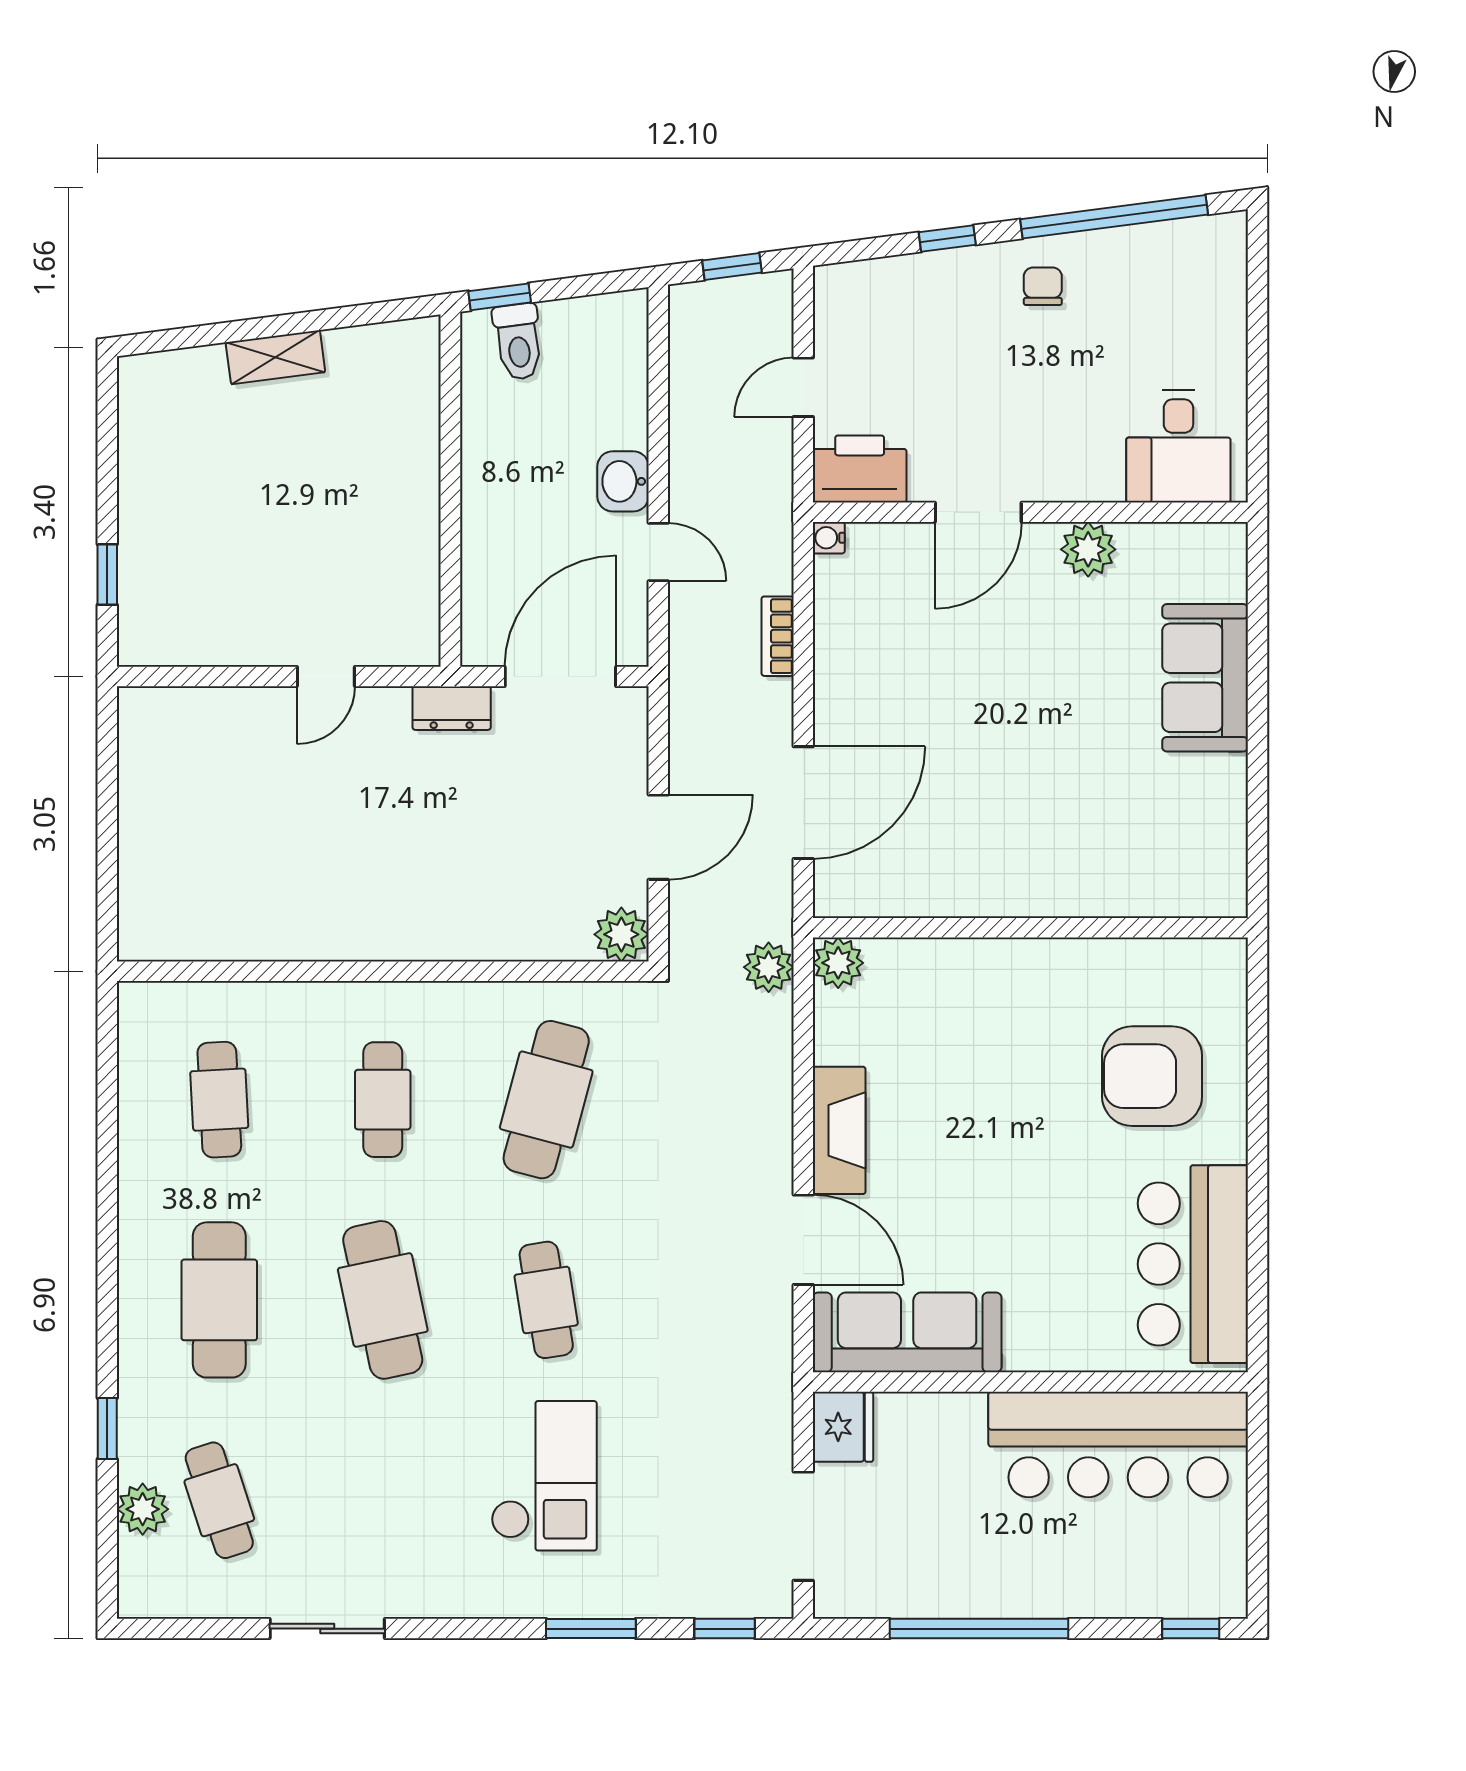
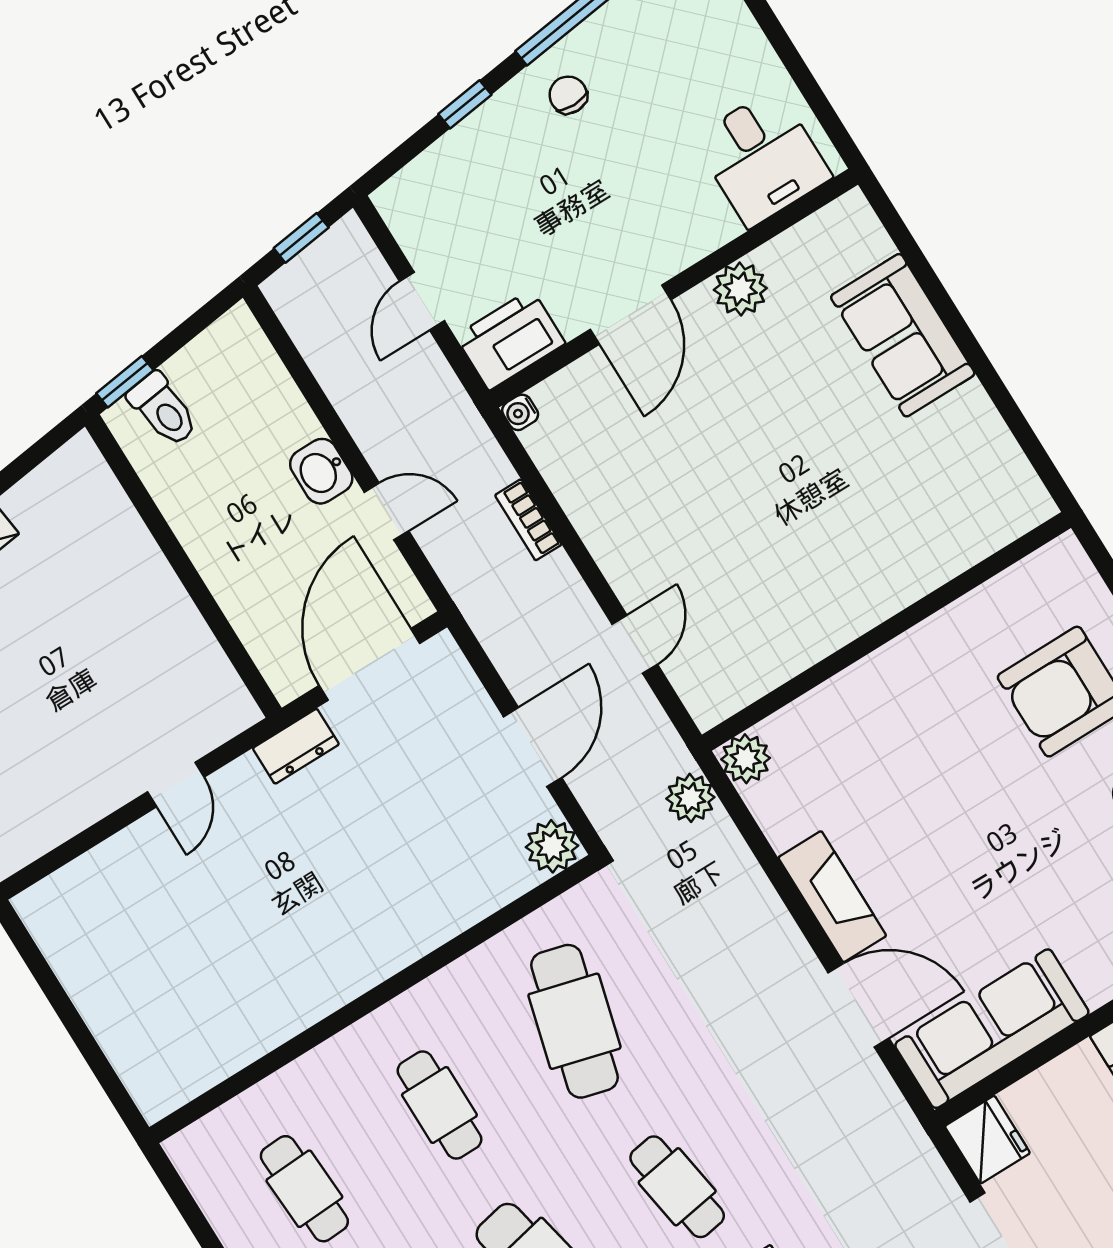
door: (803, 803) -> (635, 644), width x0.53

